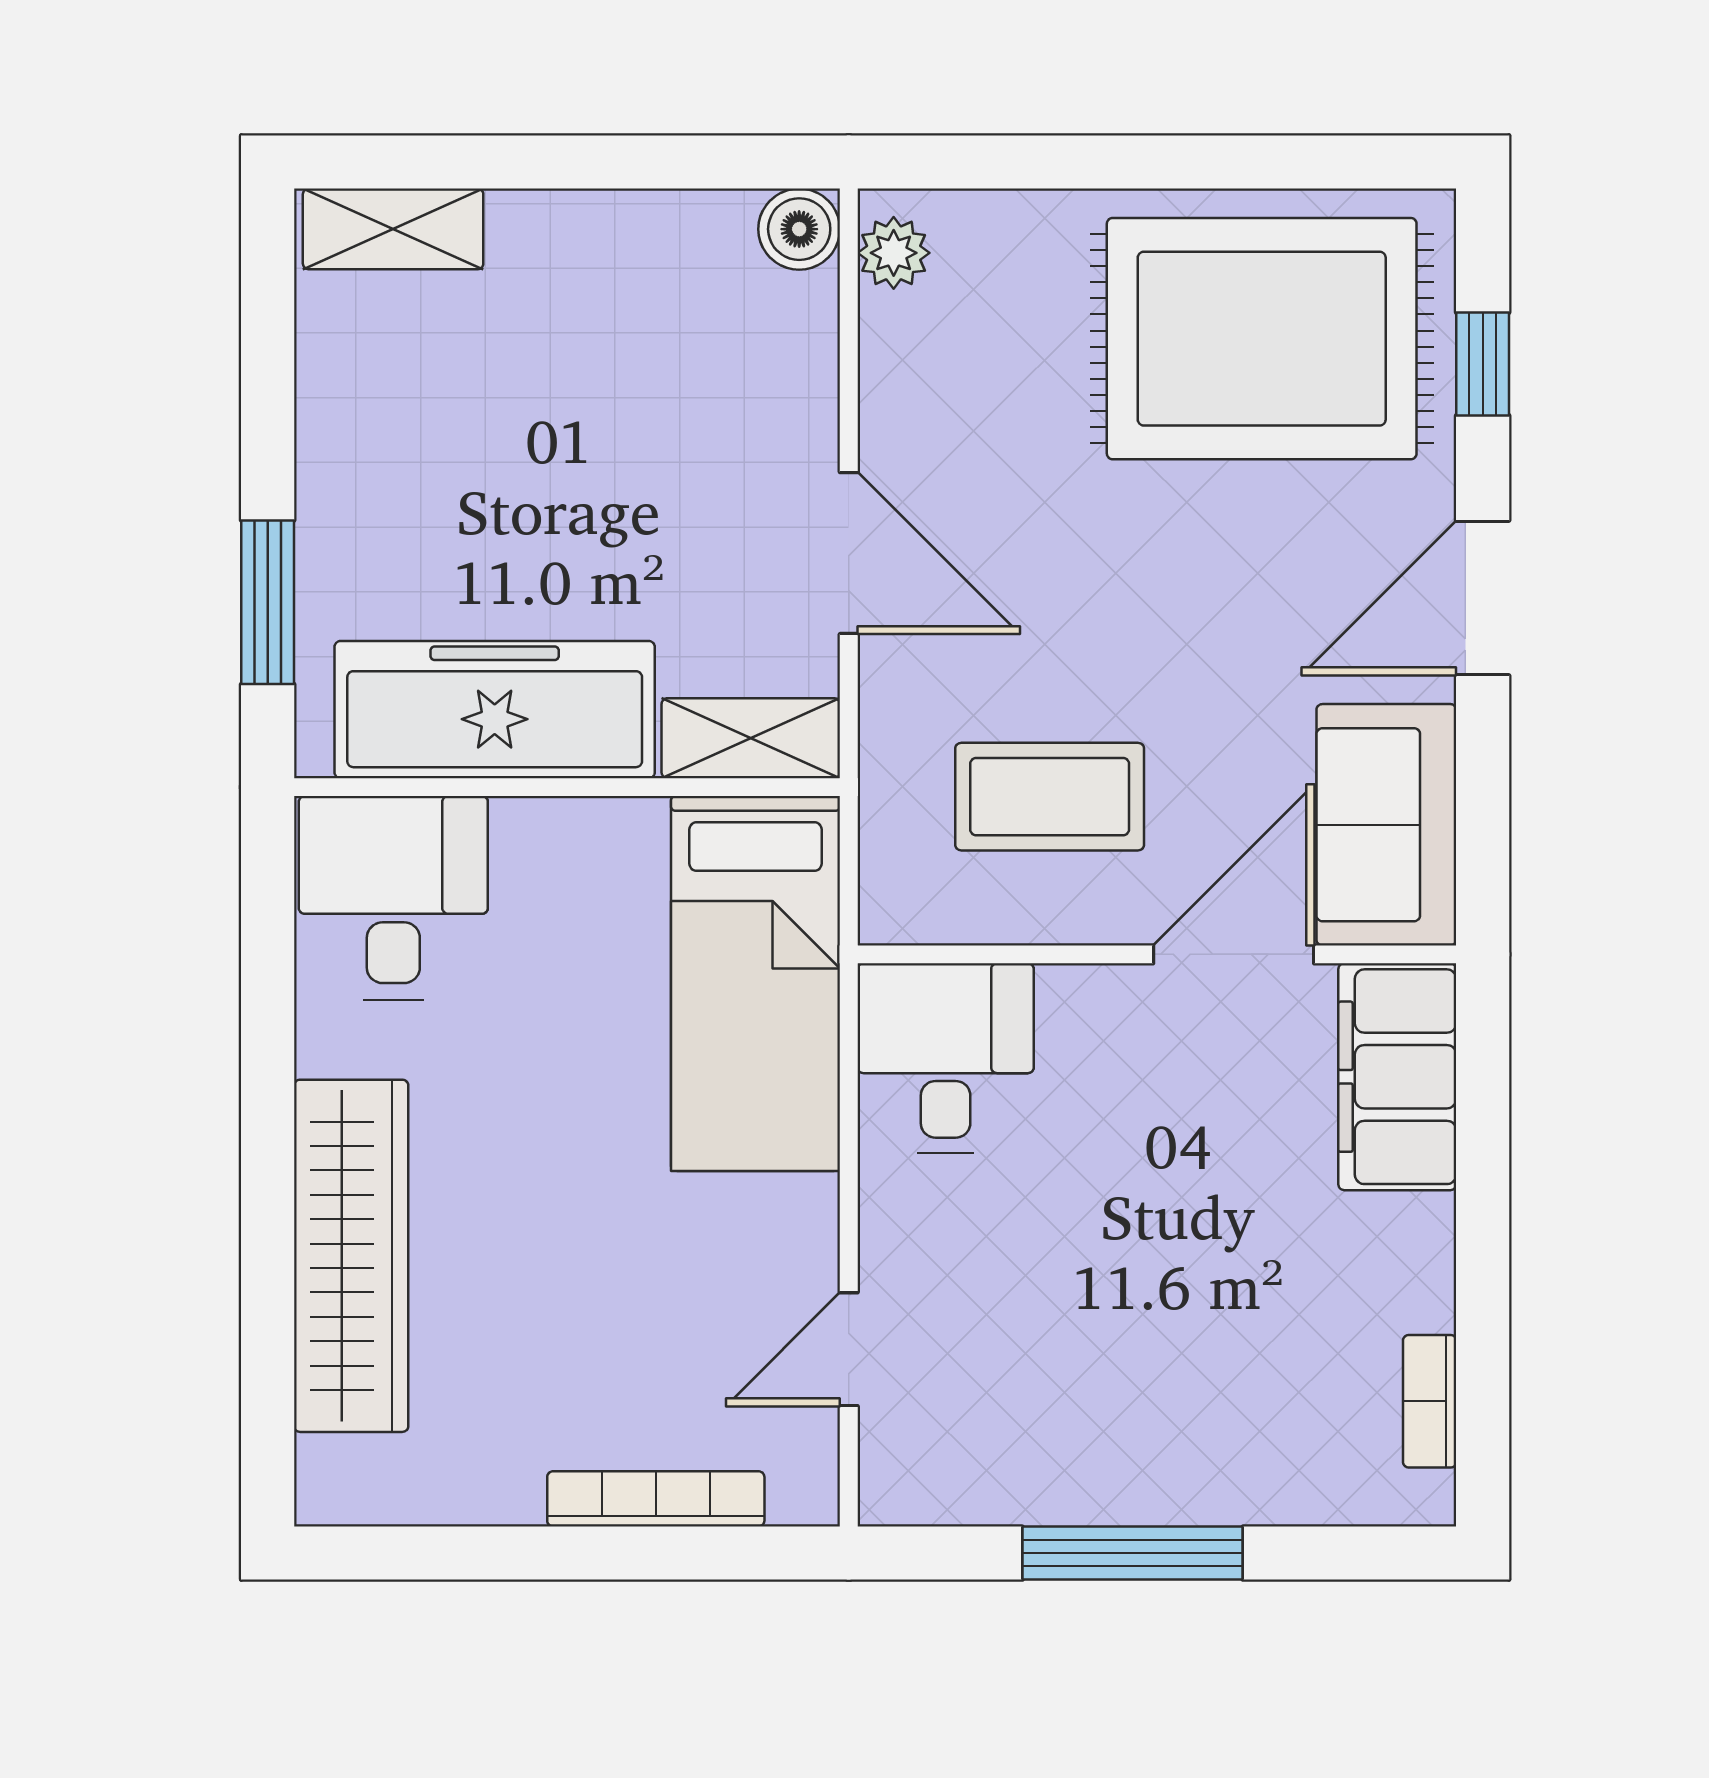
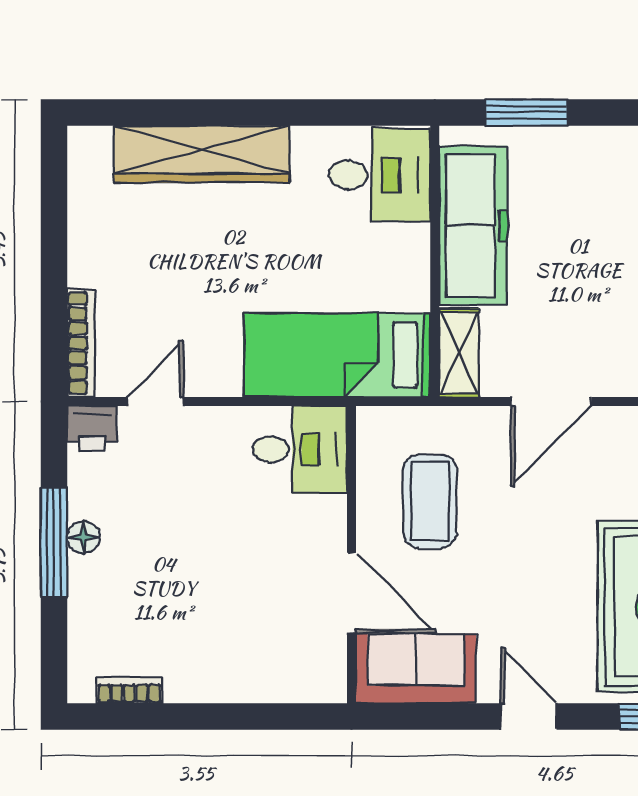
door: (1483, 598) -> (529, 716), width x0.73
filing cabinet: (1397, 1077) -> (291, 674), removed
door: (849, 1349) -> (155, 401), hinge flipped
printer: (903, 1477) -> (92, 428), added
floor lamp: (1122, 1494) -> (83, 537), added
bookcase: (656, 1499) -> (81, 343), moved

